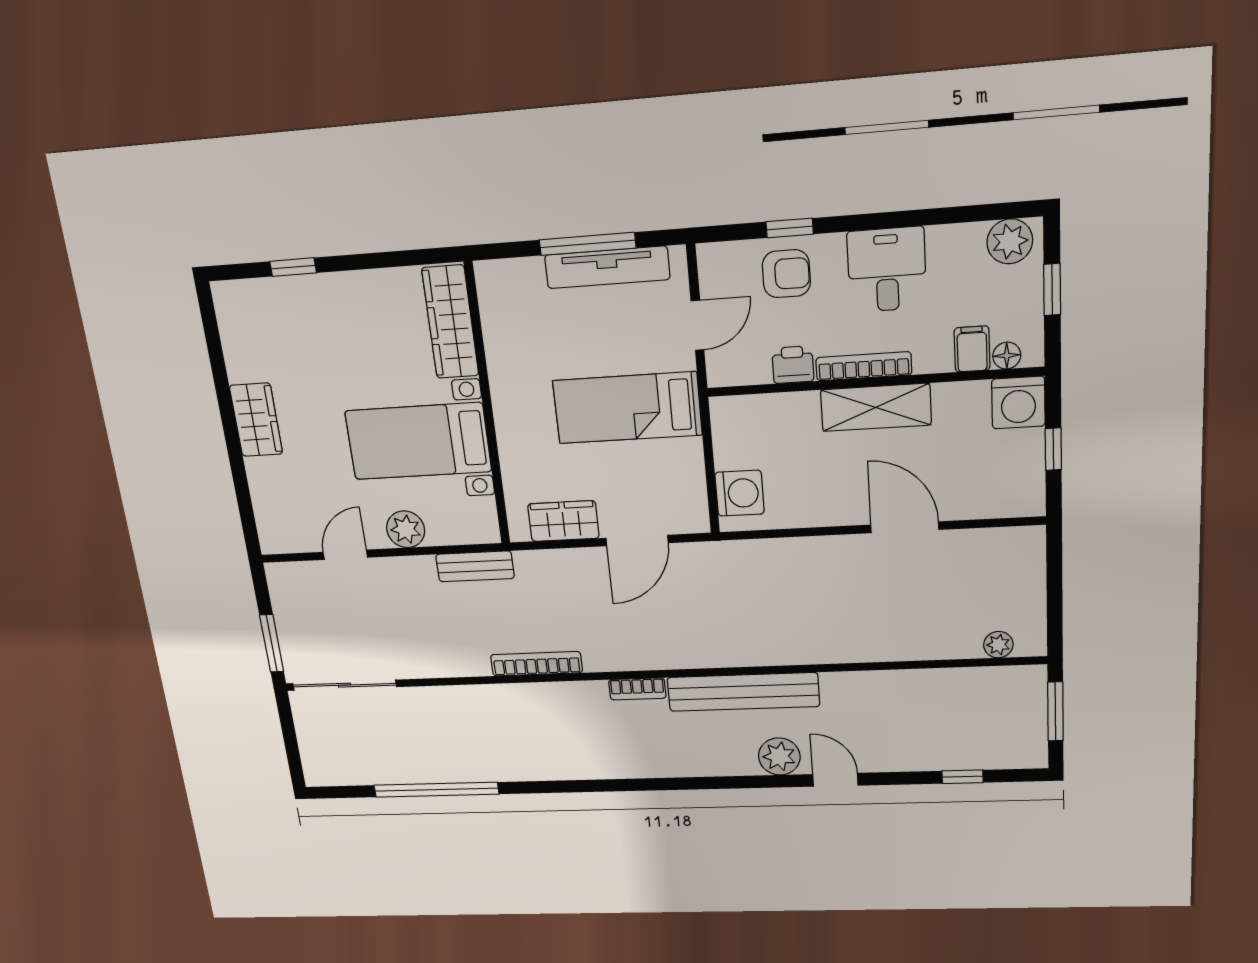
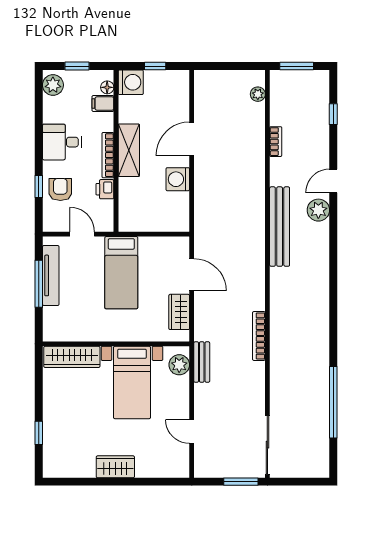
washing machine: (740, 493) -> (178, 179), moved, turned -90
plant: (406, 529) -> (179, 365), moved
bookcase: (637, 689) -> (276, 142), moved

